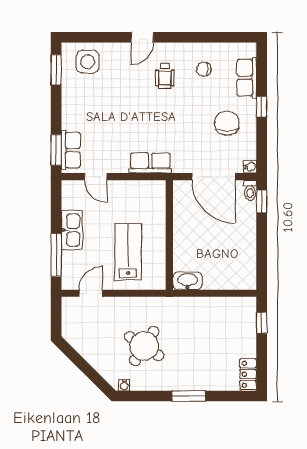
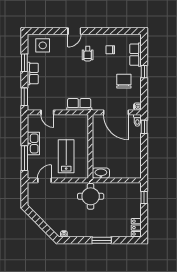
window: (56, 70) -> (24, 63), moved
row of seats: (71, 150) -> (33, 73), moved
round table: (144, 346) -> (91, 196), moved, turned -33

